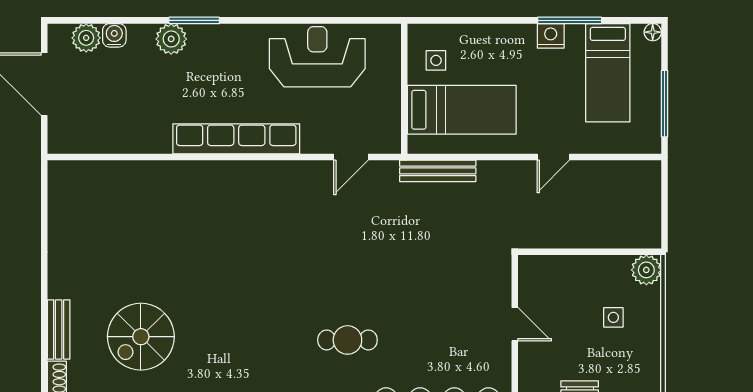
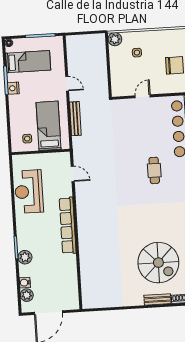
bench: (438, 171) -> (75, 119), moved
spiral stairs: (141, 337) -> (158, 263), width x1.37, depth x1.37

